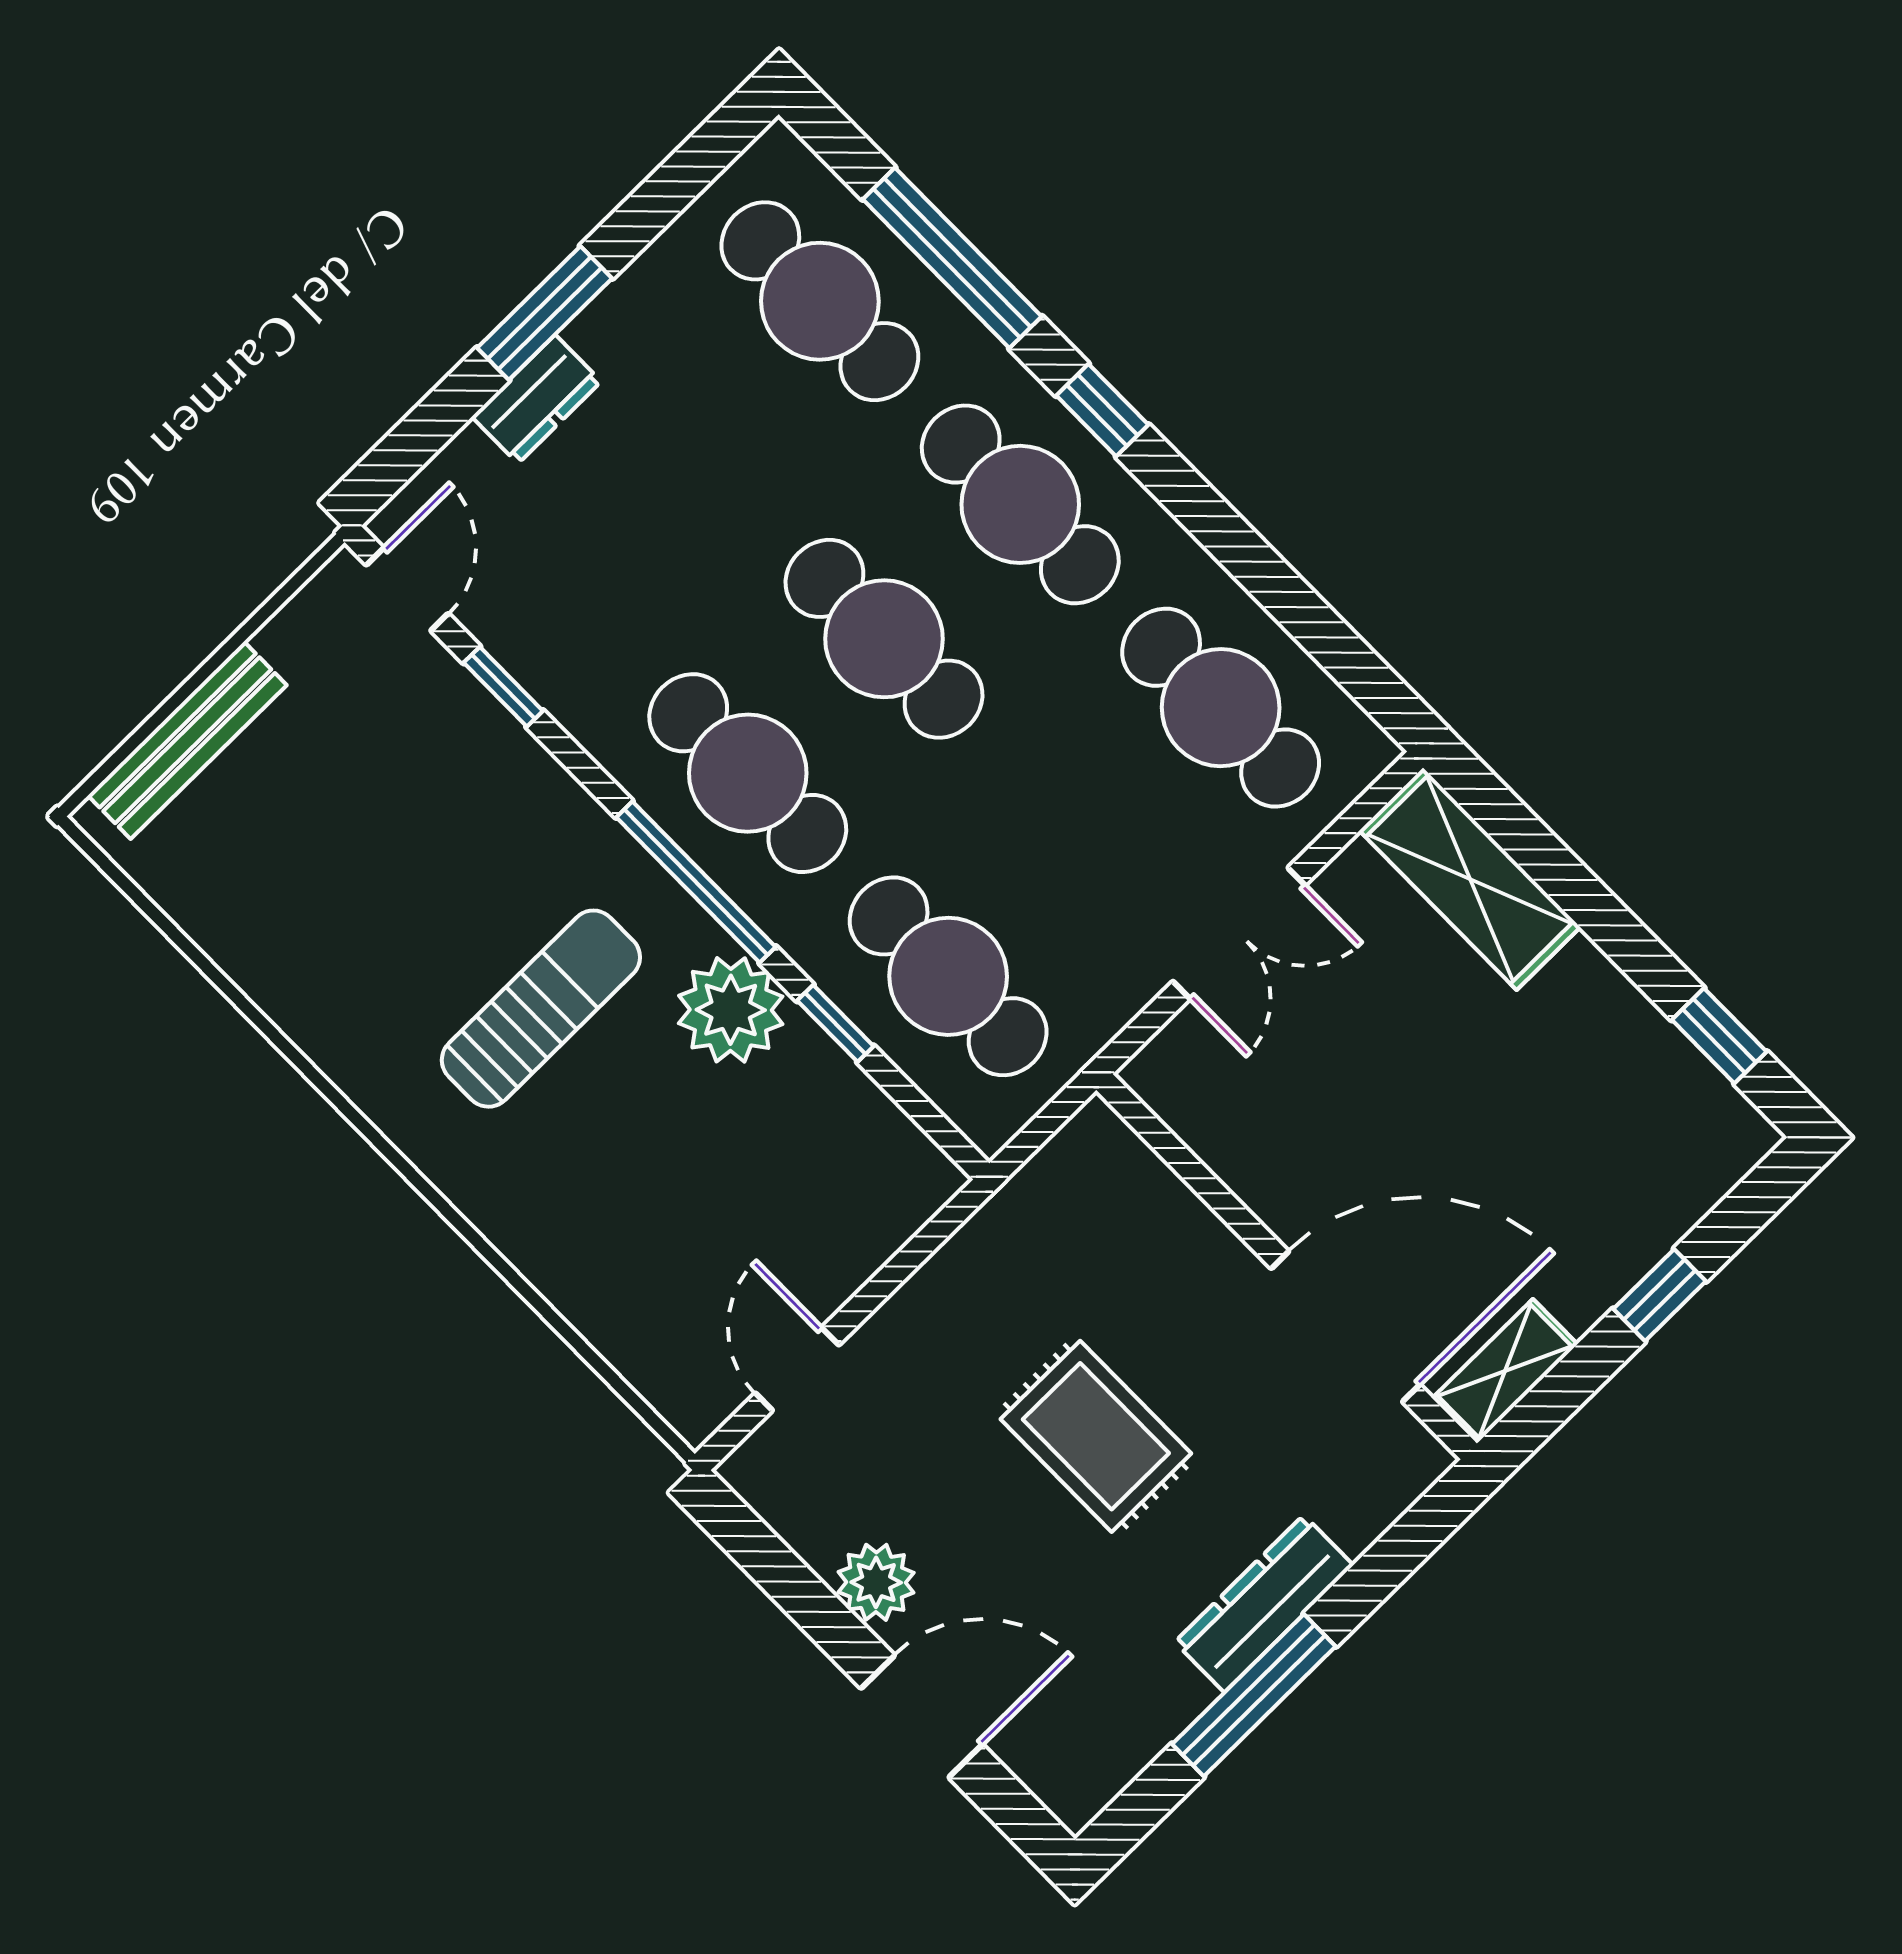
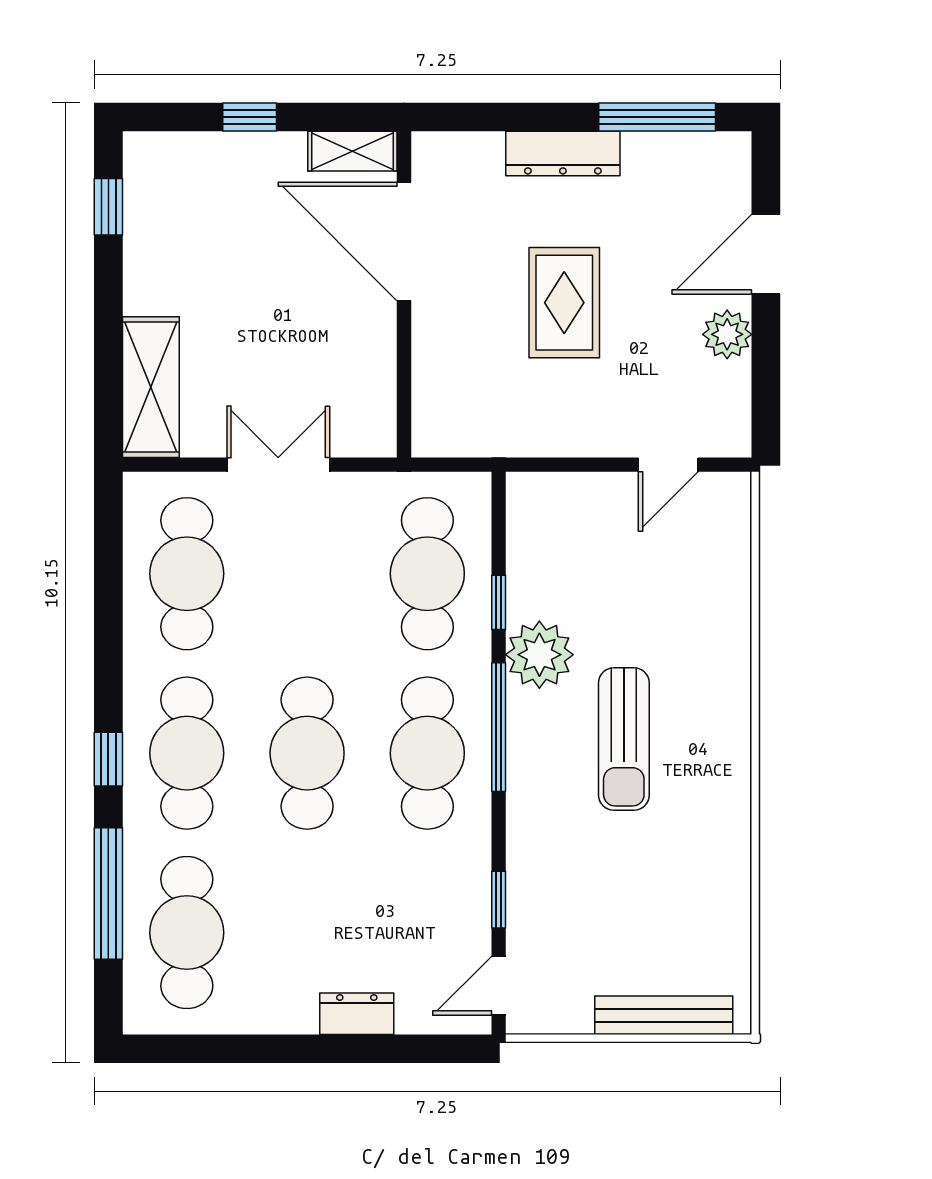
window: (545, 313) -> (315, 1049), removed
sun lounger: (541, 1009) -> (624, 739), turned -90
window: (1254, 1695) -> (657, 117), moved
door: (922, 1716) -> (766, 254), hinge flipped

